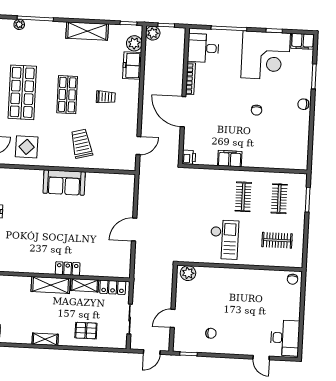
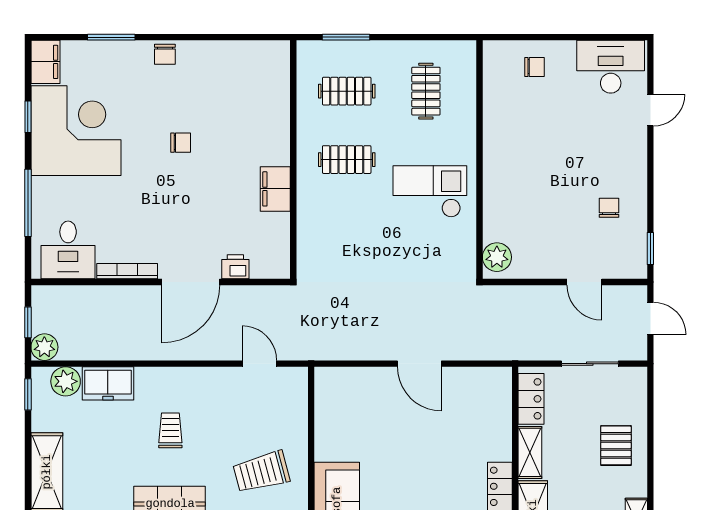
printer: (189, 157) -> (235, 267), moved
chair: (293, 279) -> (534, 67), moved

